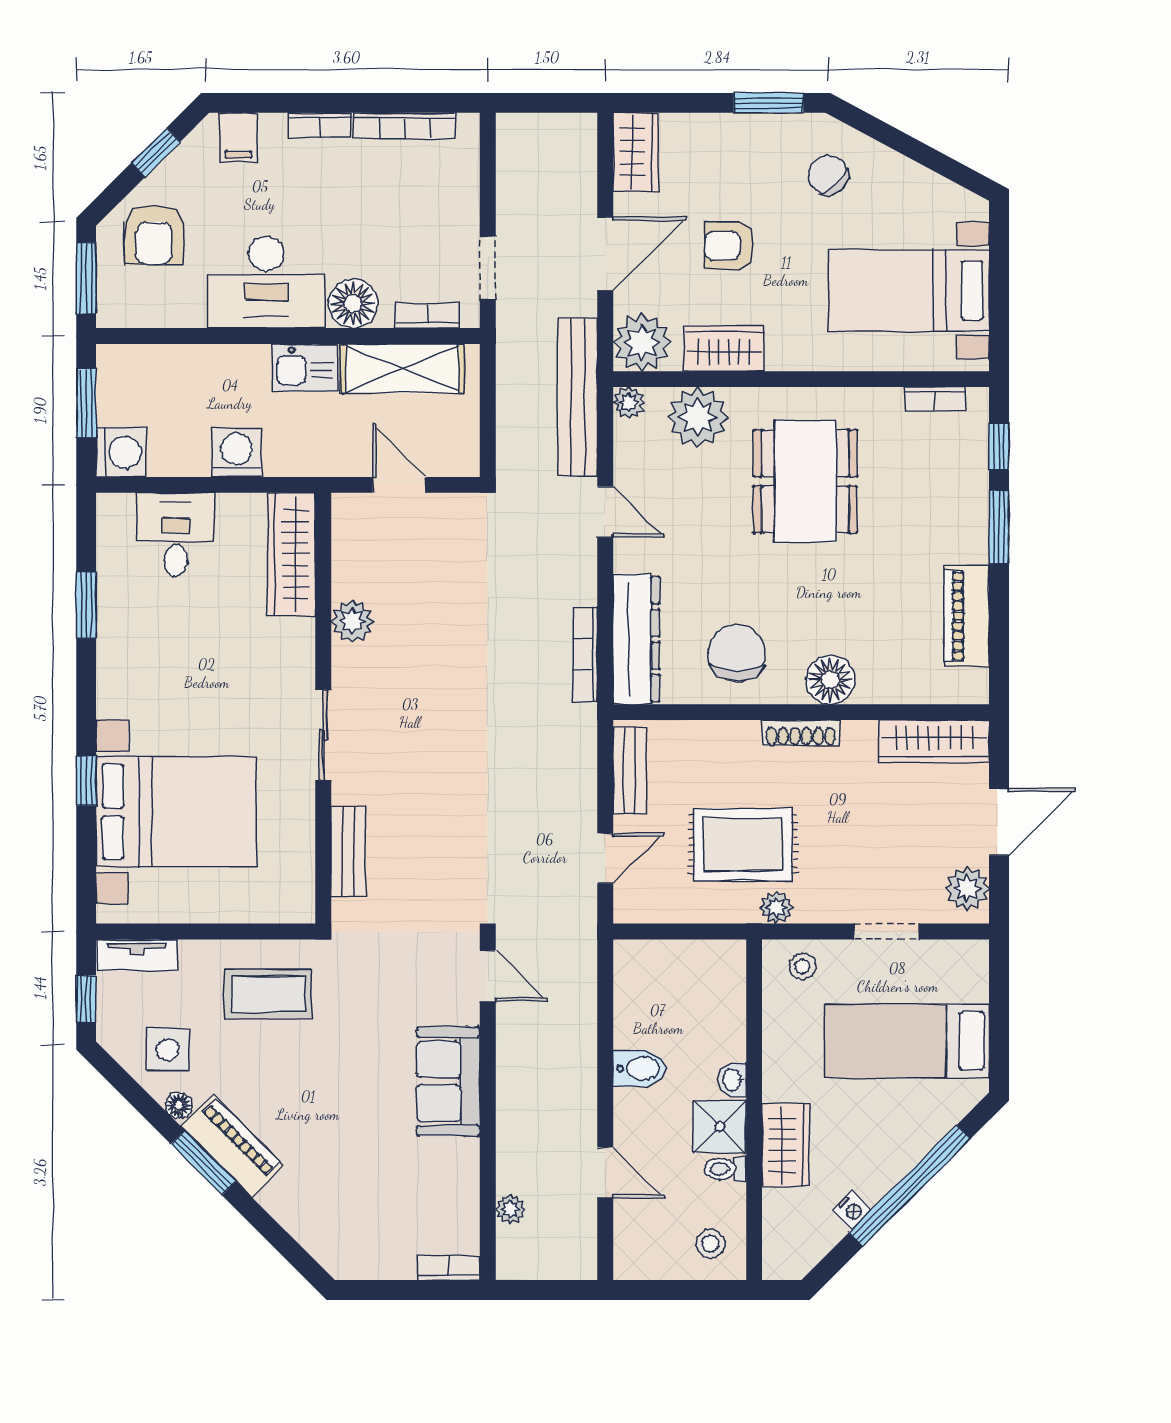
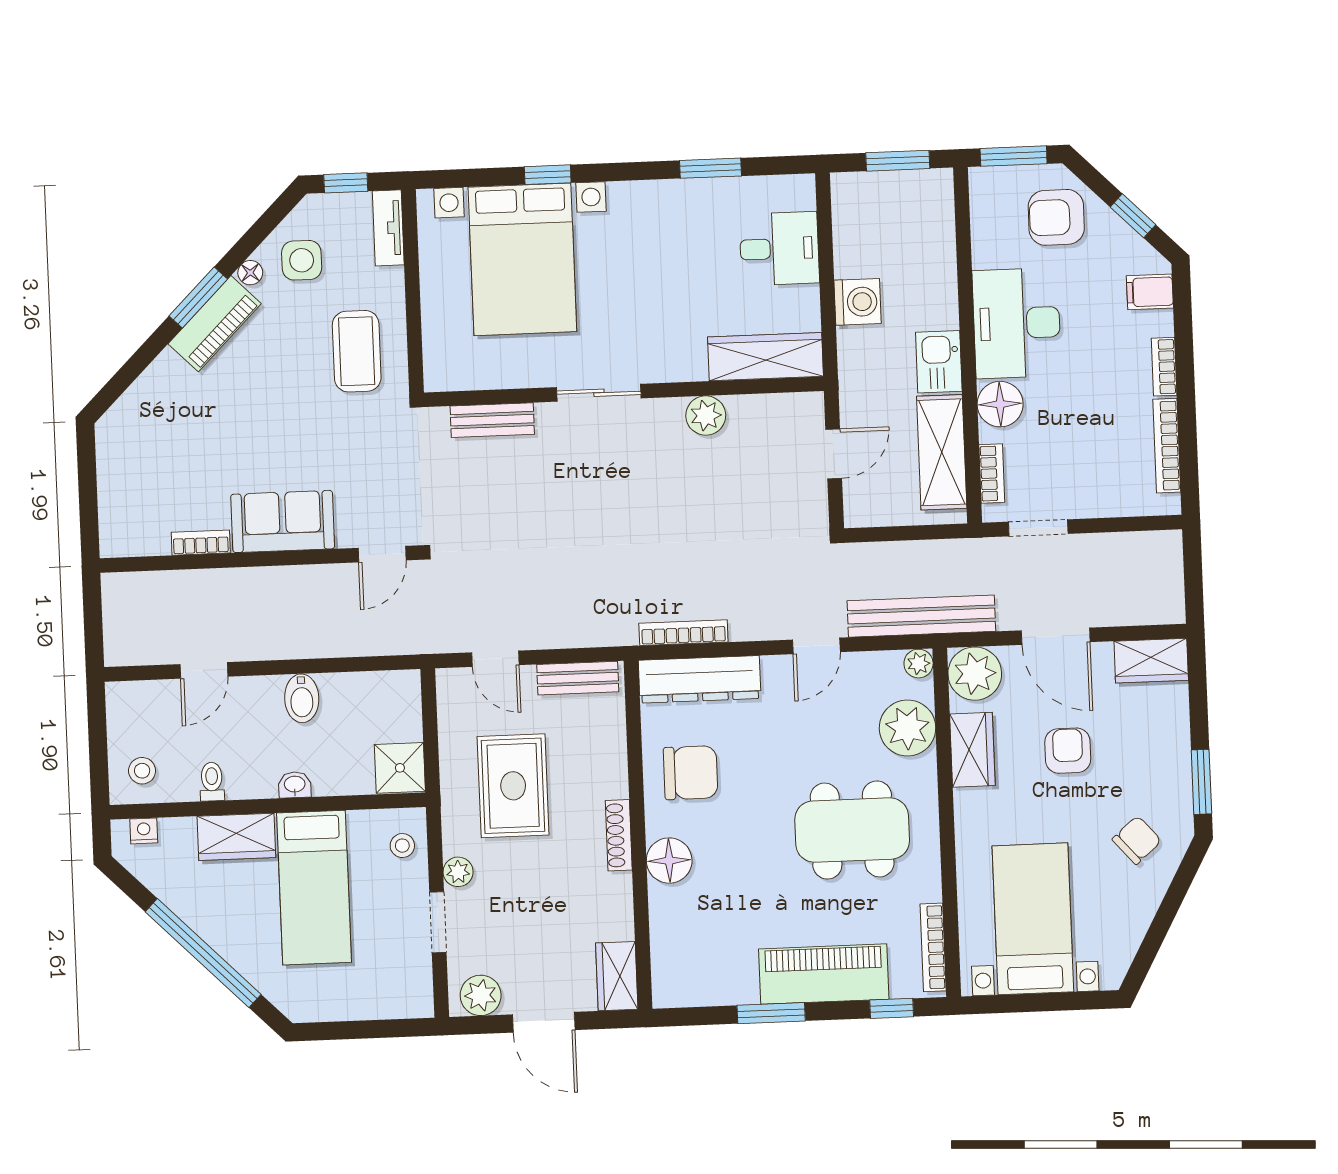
bookcase: (935, 399) -> (933, 947), width x1.56
washing machine: (121, 452) -> (854, 195), removed
window: (999, 527) -> (771, 1013), moved
piano: (967, 616) -> (824, 974), moved, width x1.37, depth x1.33
wardrobe: (934, 741) -> (617, 976), width x0.67
plant: (776, 908) -> (458, 872), moved
bed: (907, 1041) -> (314, 888), moved, turned 180
shower: (720, 1127) -> (400, 768), moved
plant: (510, 1209) -> (167, 584), removed
nightstand: (852, 1210) -> (144, 831), moved, turned 135
bookcase: (449, 1268) -> (201, 543), moved, turned -90

